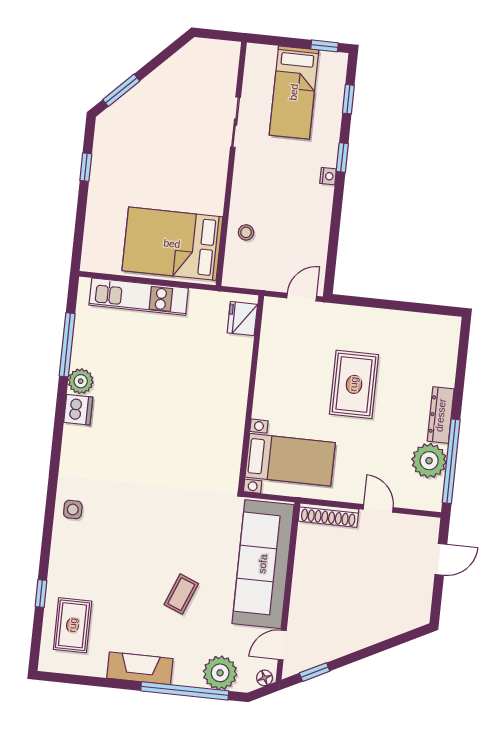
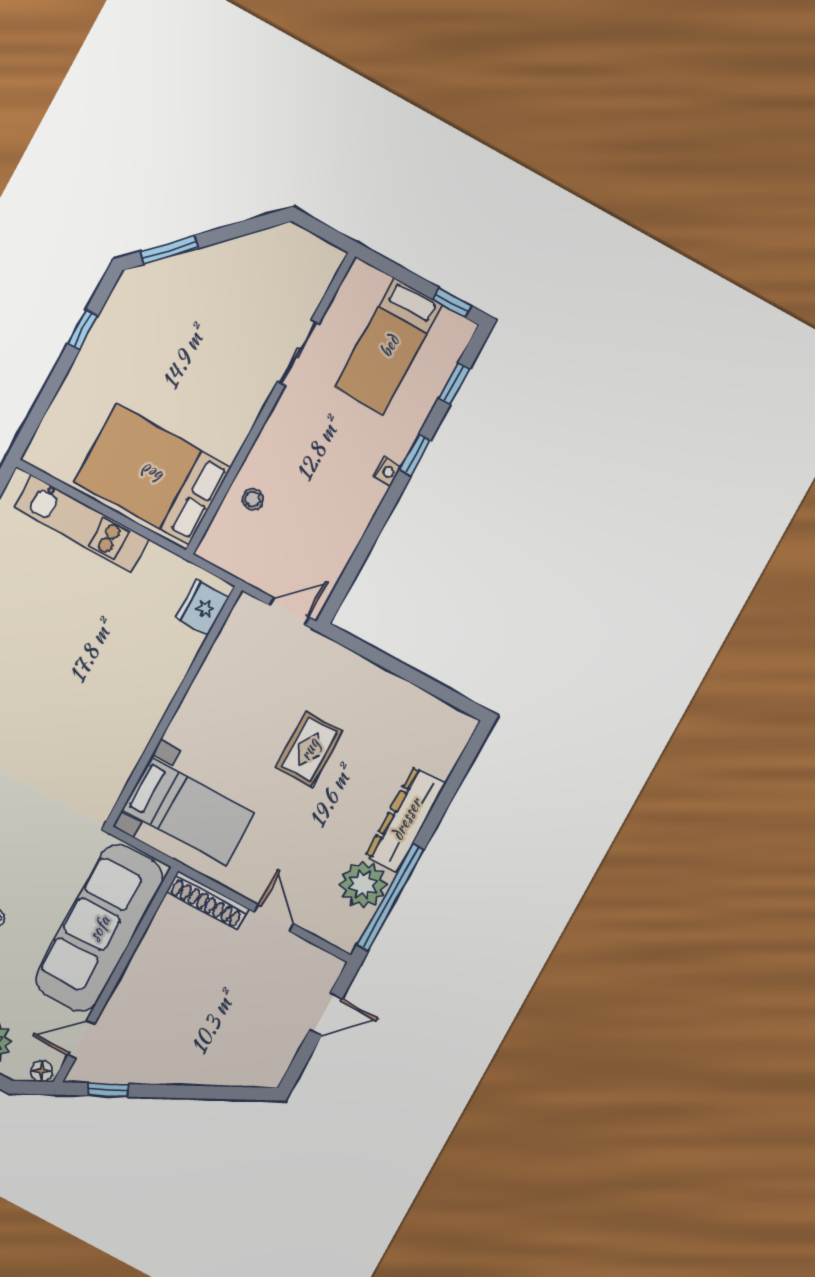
rug: (354, 384) -> (309, 749), width x0.73, depth x0.70
dresser: (441, 415) -> (406, 819), width x1.37, depth x1.24

